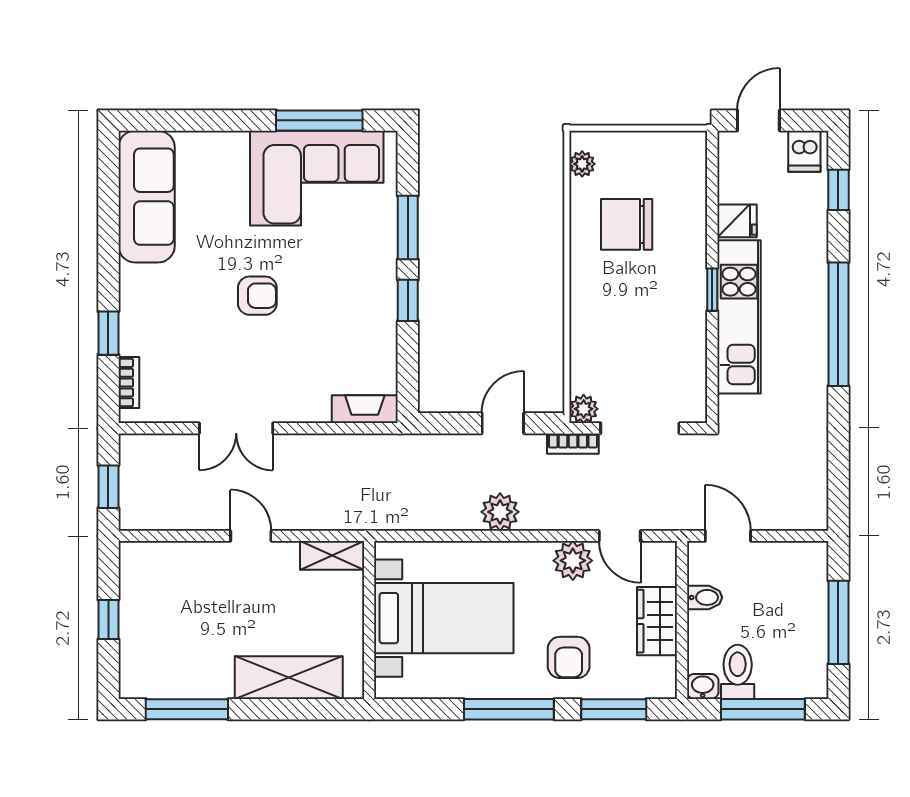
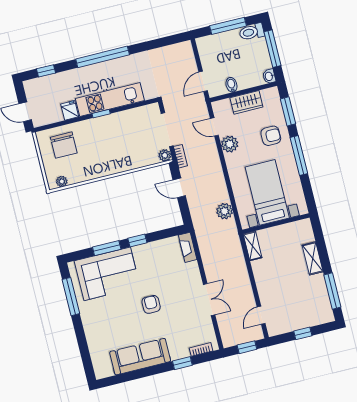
dishwasher: (804, 151) -> (33, 89), removed
corner sofa: (317, 178) -> (107, 274), moved, turned 90
sofa: (147, 197) -> (140, 357), moved
chair: (627, 224) -> (64, 145), moved
plant: (500, 512) -> (225, 211), moved
door: (251, 536) -> (261, 315), moved
door: (620, 536) -> (214, 127), swing flipped
toilet: (738, 672) -> (252, 32), moved
shelving: (289, 678) -> (313, 258), width x0.67, depth x0.75

